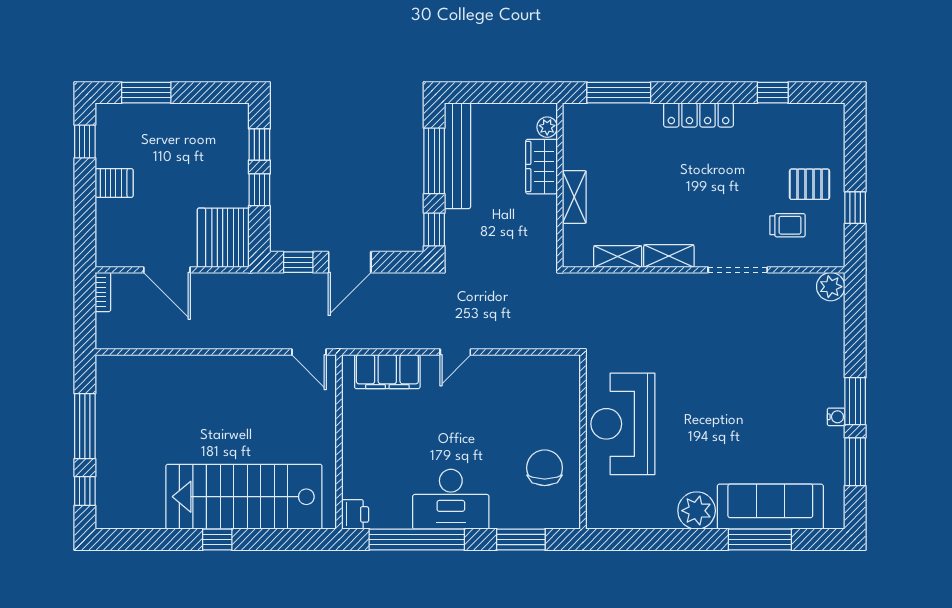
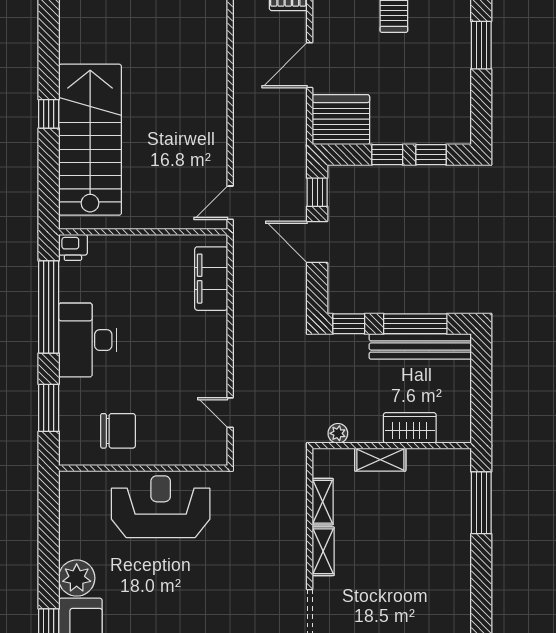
locker: (699, 115) -> (460, 580), removed
plant: (547, 127) -> (338, 433), moved
door: (455, 352) -> (230, 413), moved

